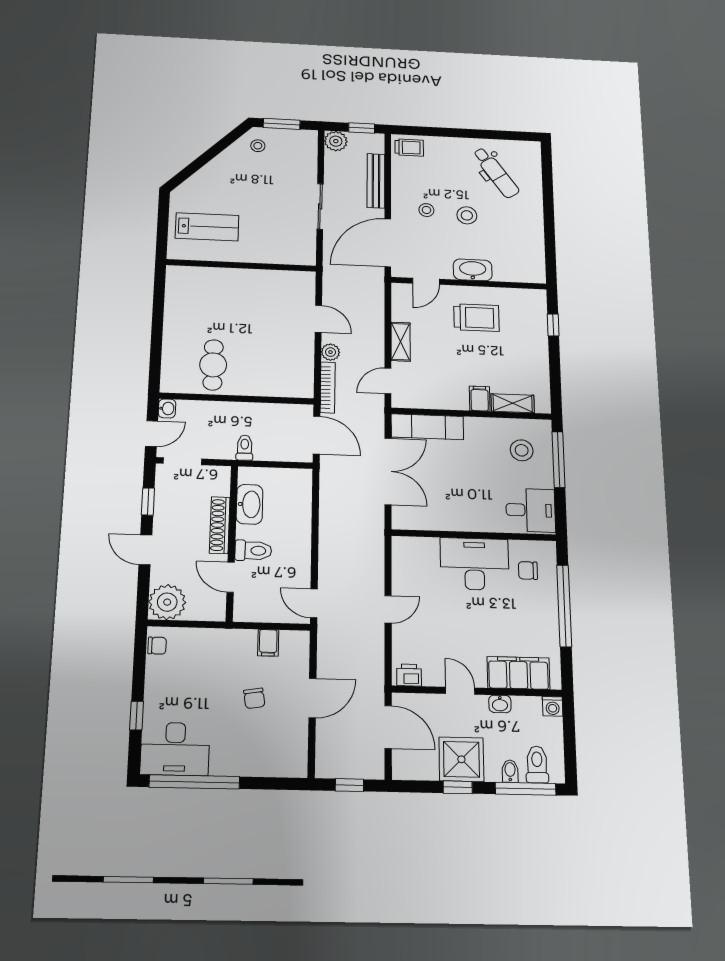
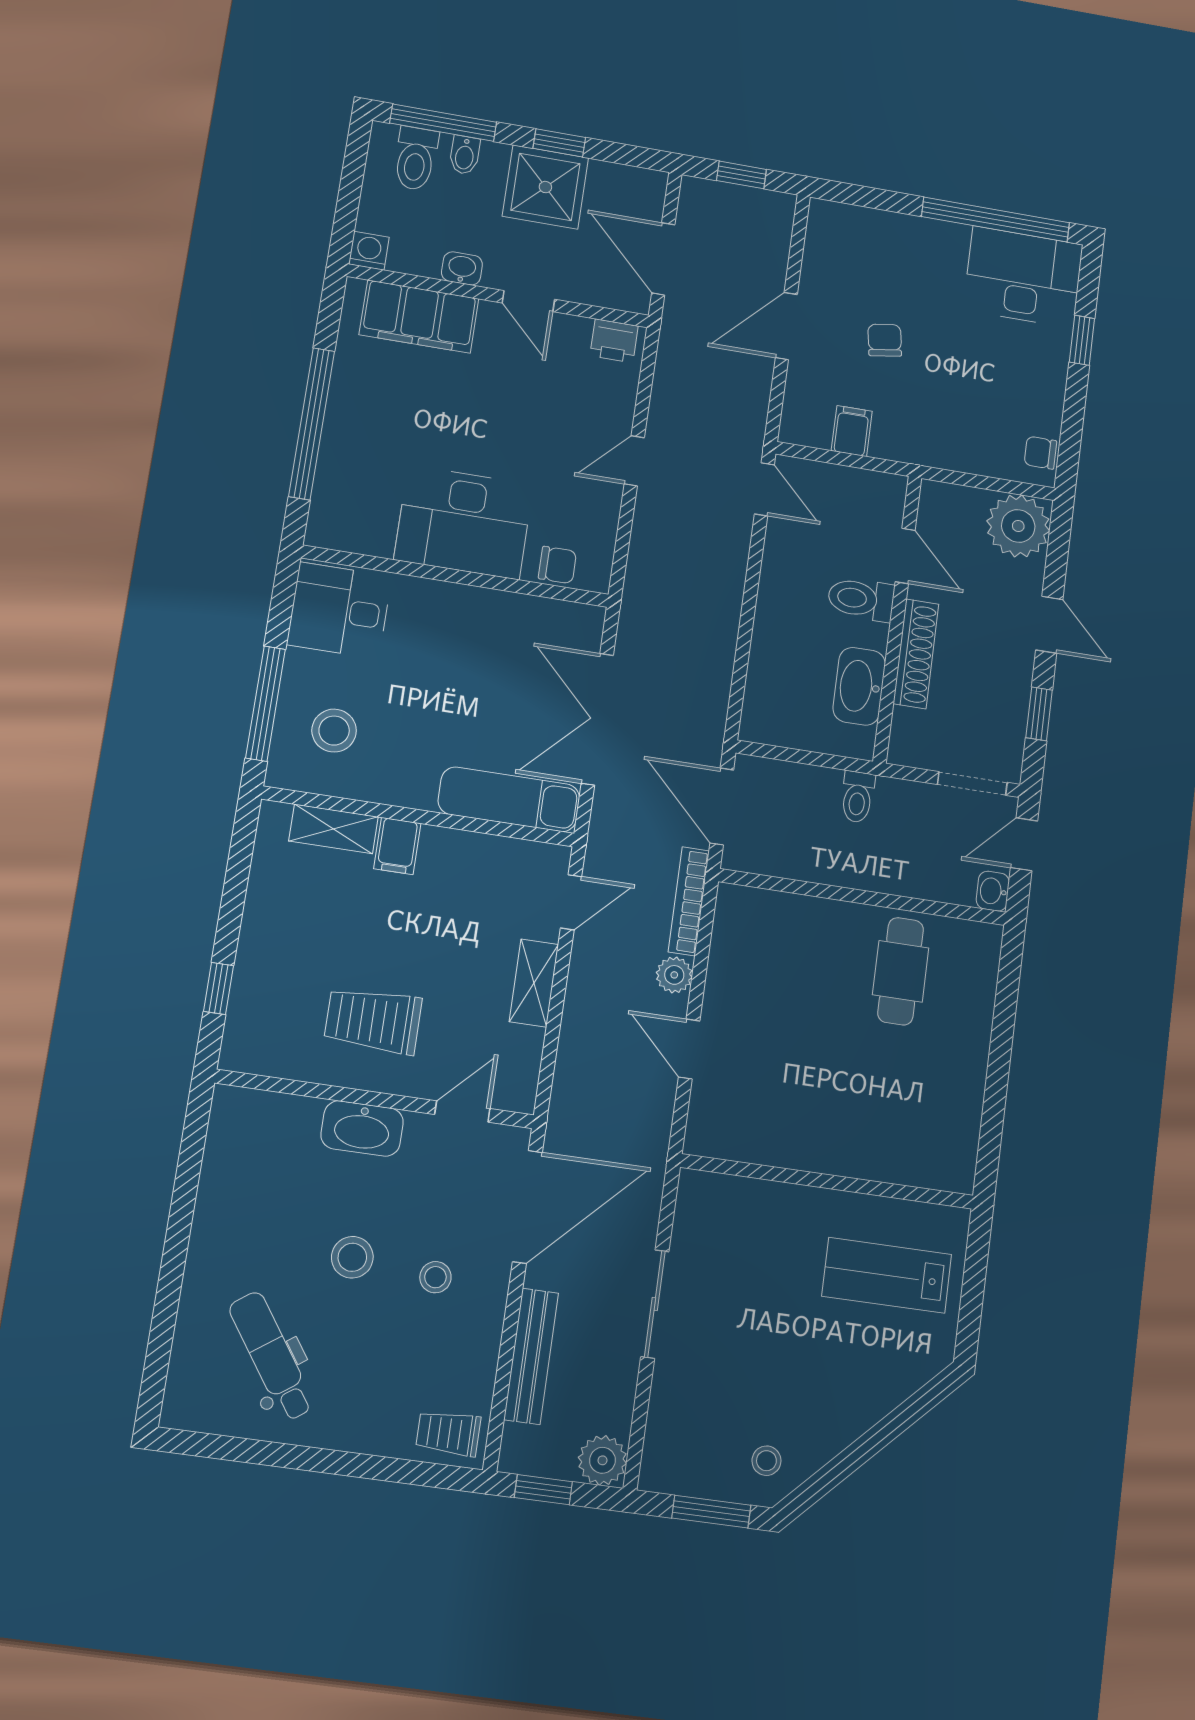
chair: (528, 570) -> (557, 565), moved

